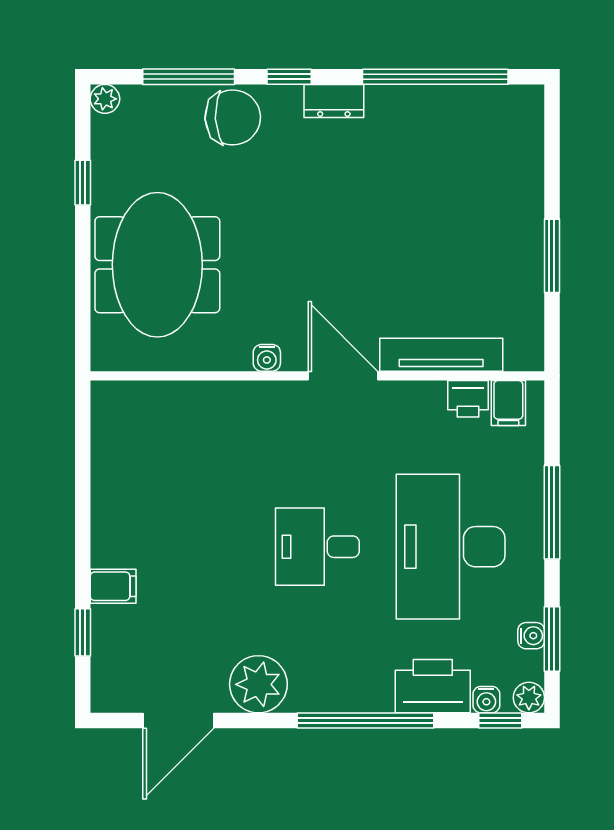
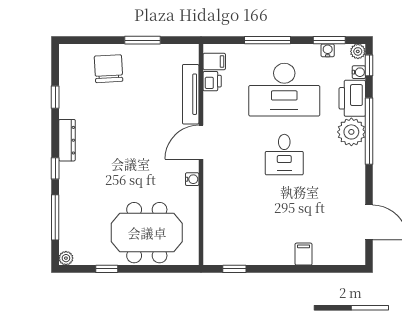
window: (435, 77) -> (55, 97), width x0.32
dresser: (334, 101) -> (67, 140), width x1.44
chair: (233, 117) -> (109, 69), moved
window: (83, 632) -> (234, 269), moved
plant: (258, 684) -> (351, 132), moved

